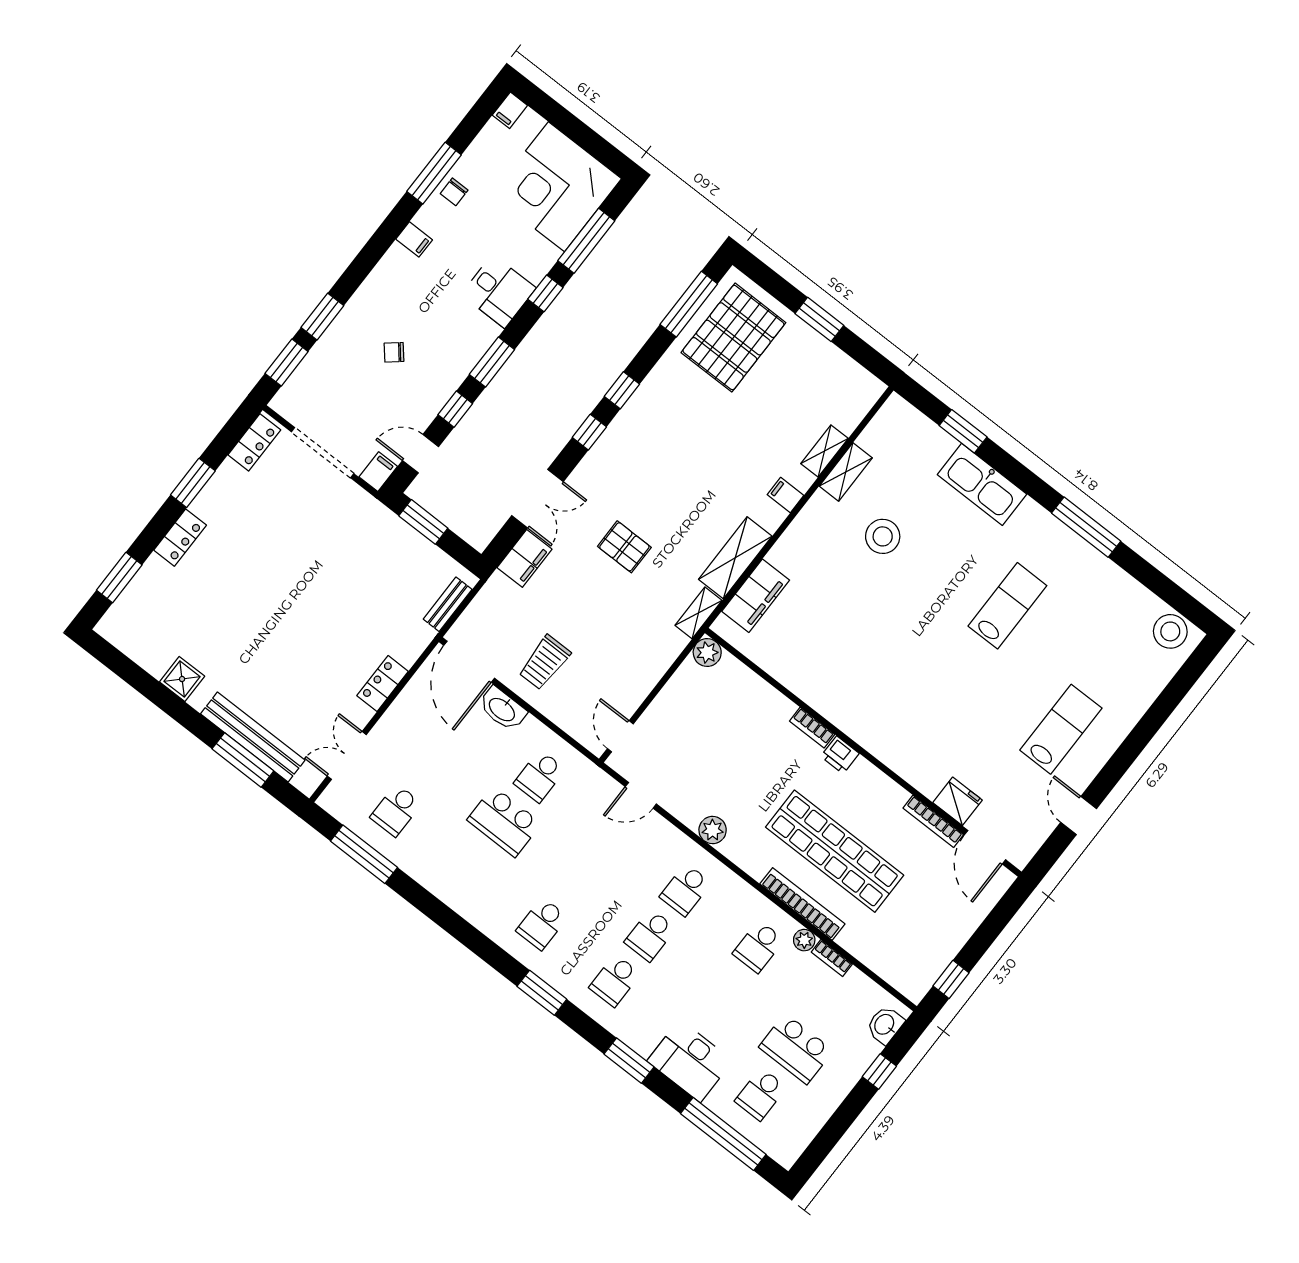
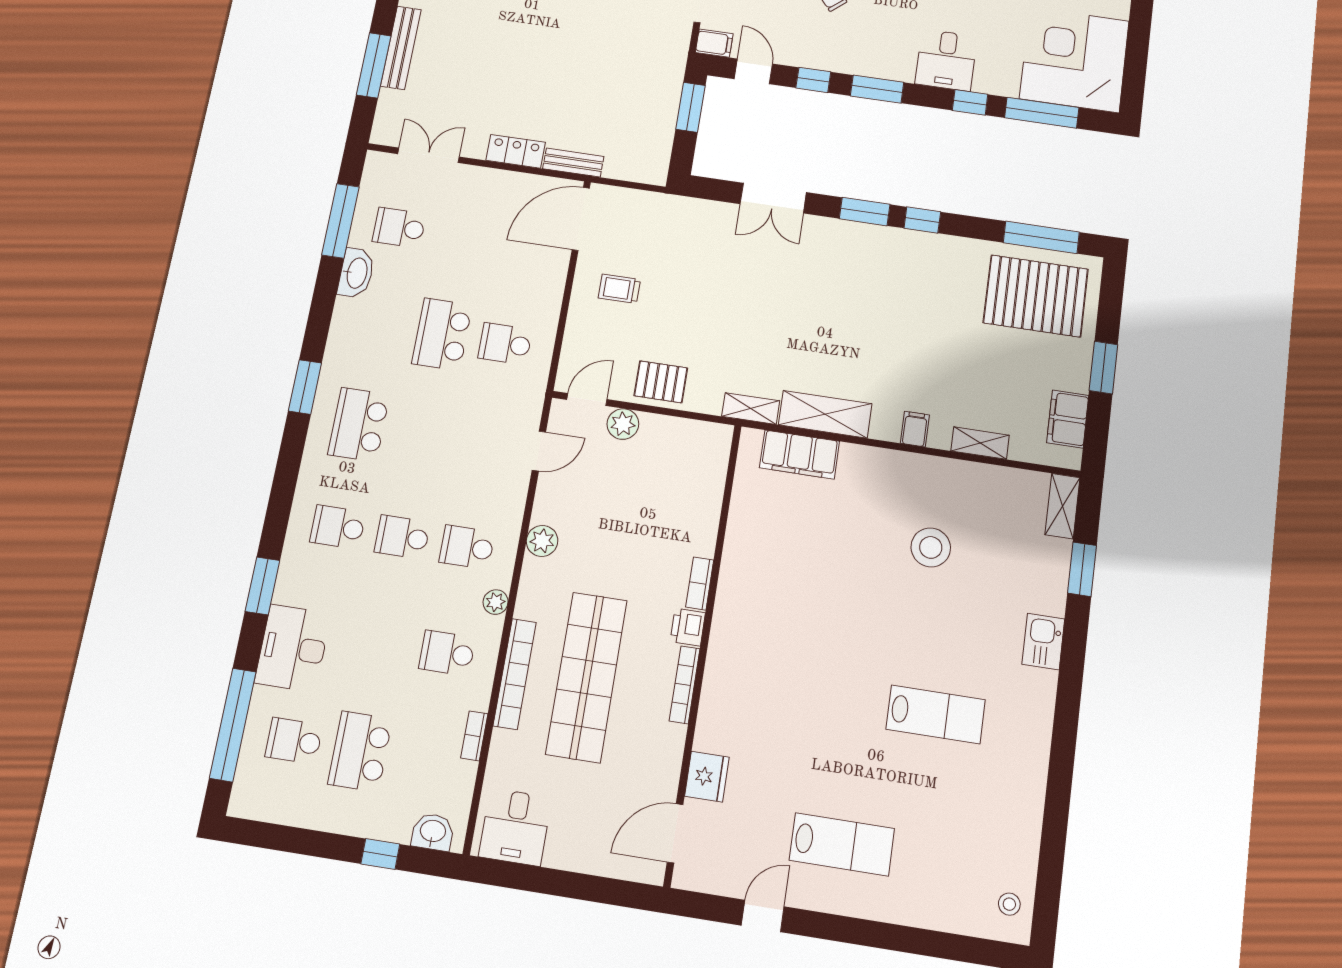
window: (589, 432) -> (865, 212), width x1.50
shelving: (846, 472) -> (1062, 506), moved, turned 90
kitchen sink: (982, 484) -> (1043, 642), width x0.53, depth x0.81
window: (1086, 527) -> (1063, 751), removed
pallet: (624, 547) -> (661, 382), moved, turned 90
filing cabinet: (525, 558) -> (1068, 419), moved, turned 90
bench: (448, 604) -> (573, 163), moved
stool: (1170, 631) -> (1009, 904), width x0.53, depth x0.53
plant: (707, 653) -> (623, 424), moved
trolley: (545, 662) -> (619, 289), width x0.73, depth x0.72
washbasin: (502, 709) -> (356, 273), moved, turned 180
bench: (253, 737) -> (401, 48), width x0.73, depth x0.82
door: (641, 795) -> (539, 451), swing flipped
bookcase: (933, 821) -> (685, 685), moved
school desk: (542, 924) -> (359, 425), width x1.85
plant: (804, 940) -> (496, 602), moved
desk: (915, 962) -> (515, 827), added
window: (951, 979) -> (517, 876), removed
window: (542, 993) -> (305, 387), moved

